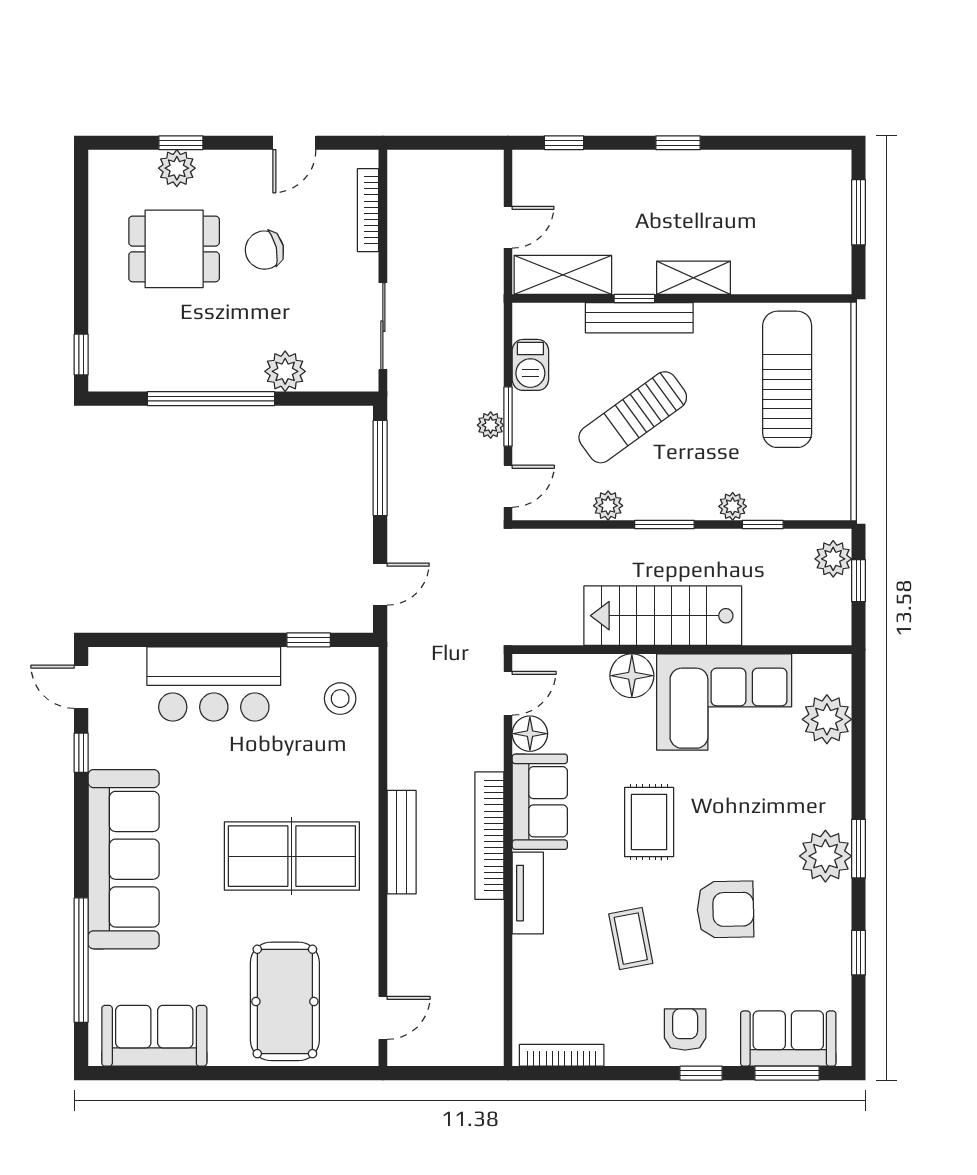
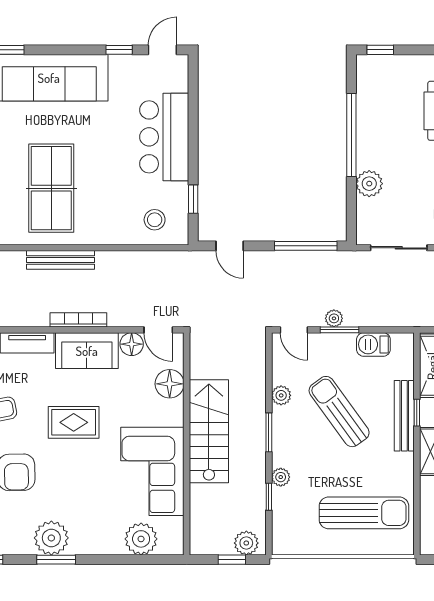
floor lamp: (632, 676) -> (170, 384), moved
bookcase: (489, 836) -> (78, 320), width x0.68, depth x0.76

